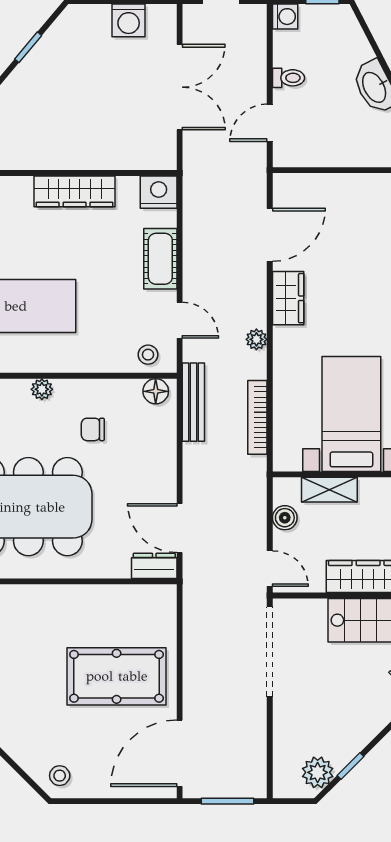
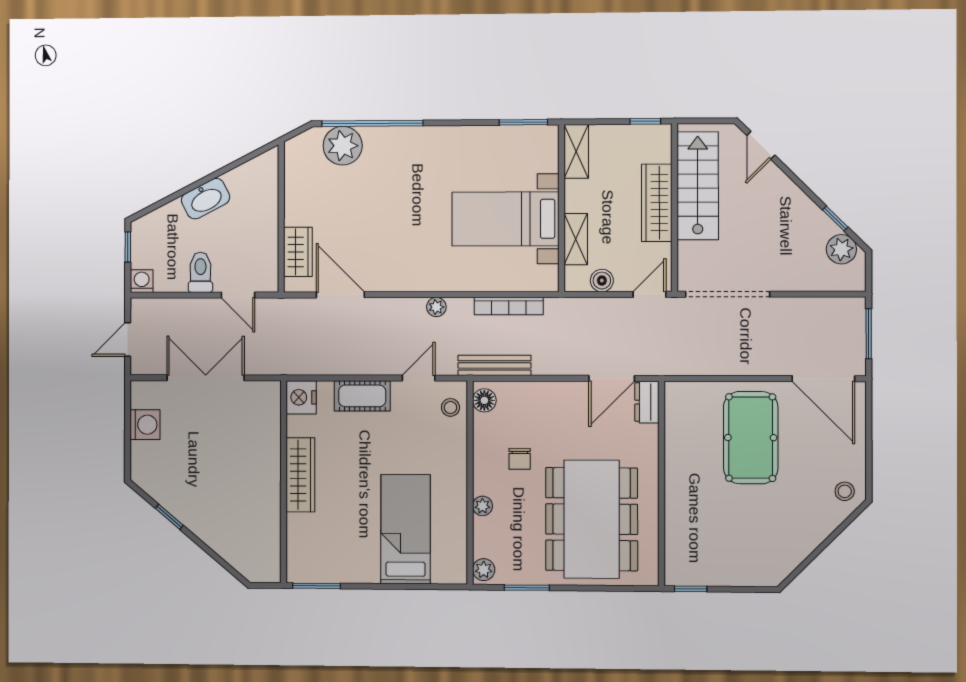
toilet: (289, 78) -> (200, 272), width x1.37, depth x1.39
wardrobe: (288, 298) -> (298, 252), moved, turned 90

